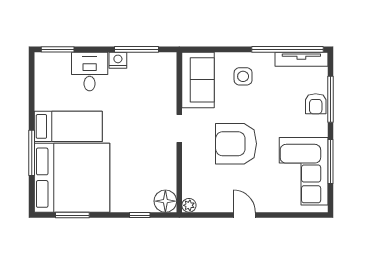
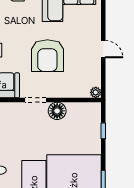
floor lamp: (165, 201) -> (57, 111), moved
door: (244, 215) -> (103, 49), swing flipped

